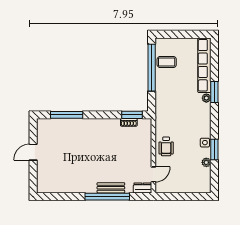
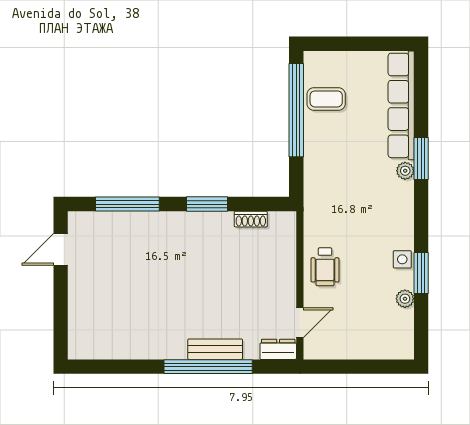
window: (132, 115) -> (207, 204), moved
door: (33, 152) -> (61, 249), moved

